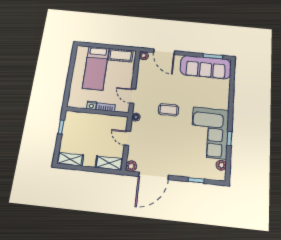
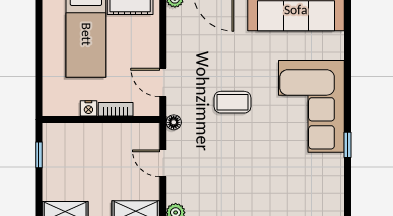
corner sofa: (210, 133) -> (311, 106), moved
plant: (221, 165) -> (335, 194), removed

